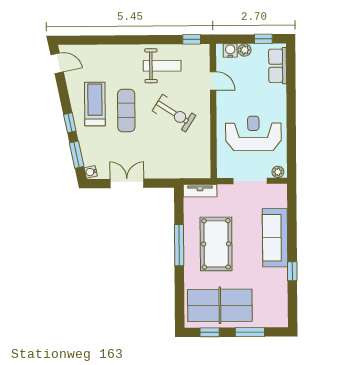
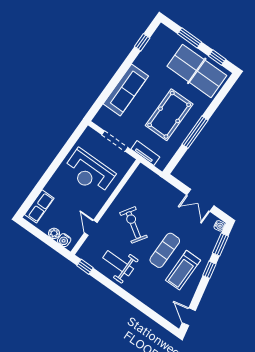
window: (263, 39) -> (36, 232), removed
plant: (278, 172) -> (91, 134), removed
tv unit: (200, 191) -> (145, 153), moved
window: (292, 271) -> (142, 42), moved

